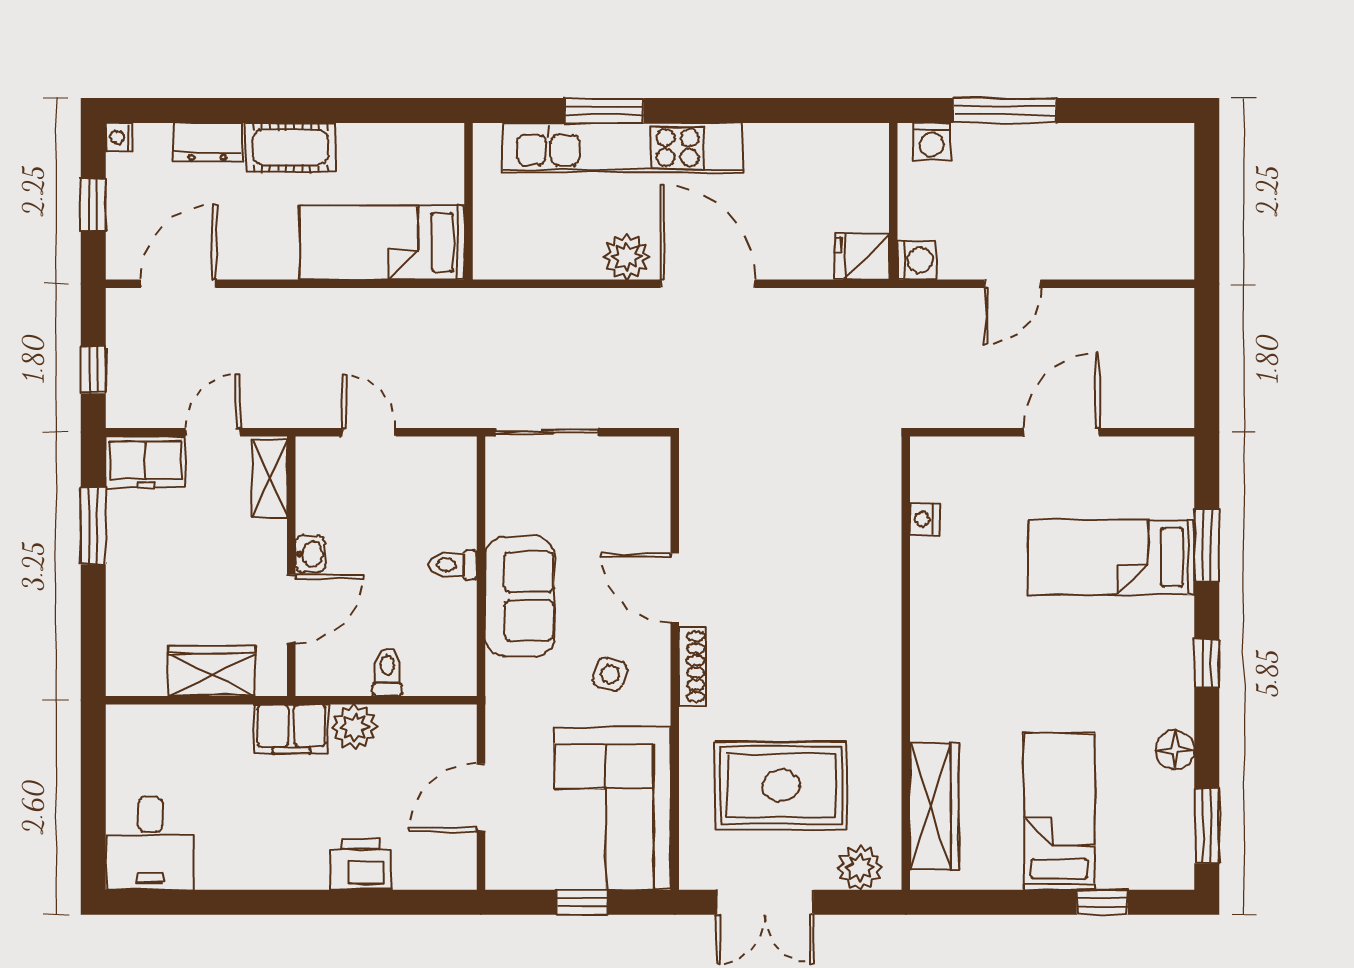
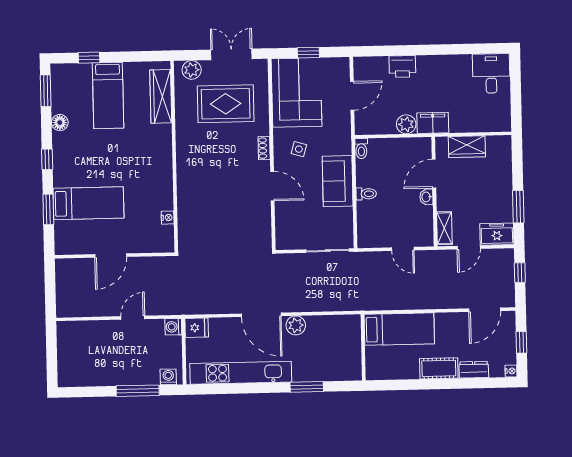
kitchen unit: (622, 148) -> (241, 373), moved
shoe rack: (692, 667) -> (264, 148), width x0.70
toilet: (387, 672) -> (361, 149), moved

